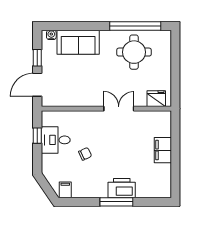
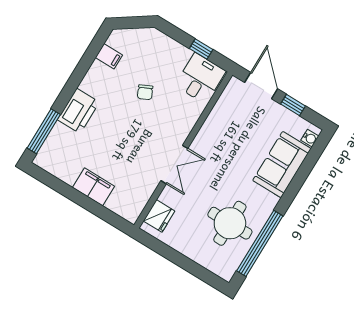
desk: (56, 140) -> (200, 78), moved
filing cabinet: (65, 190) -> (109, 56), moved
window: (116, 202) -> (44, 131), moved

